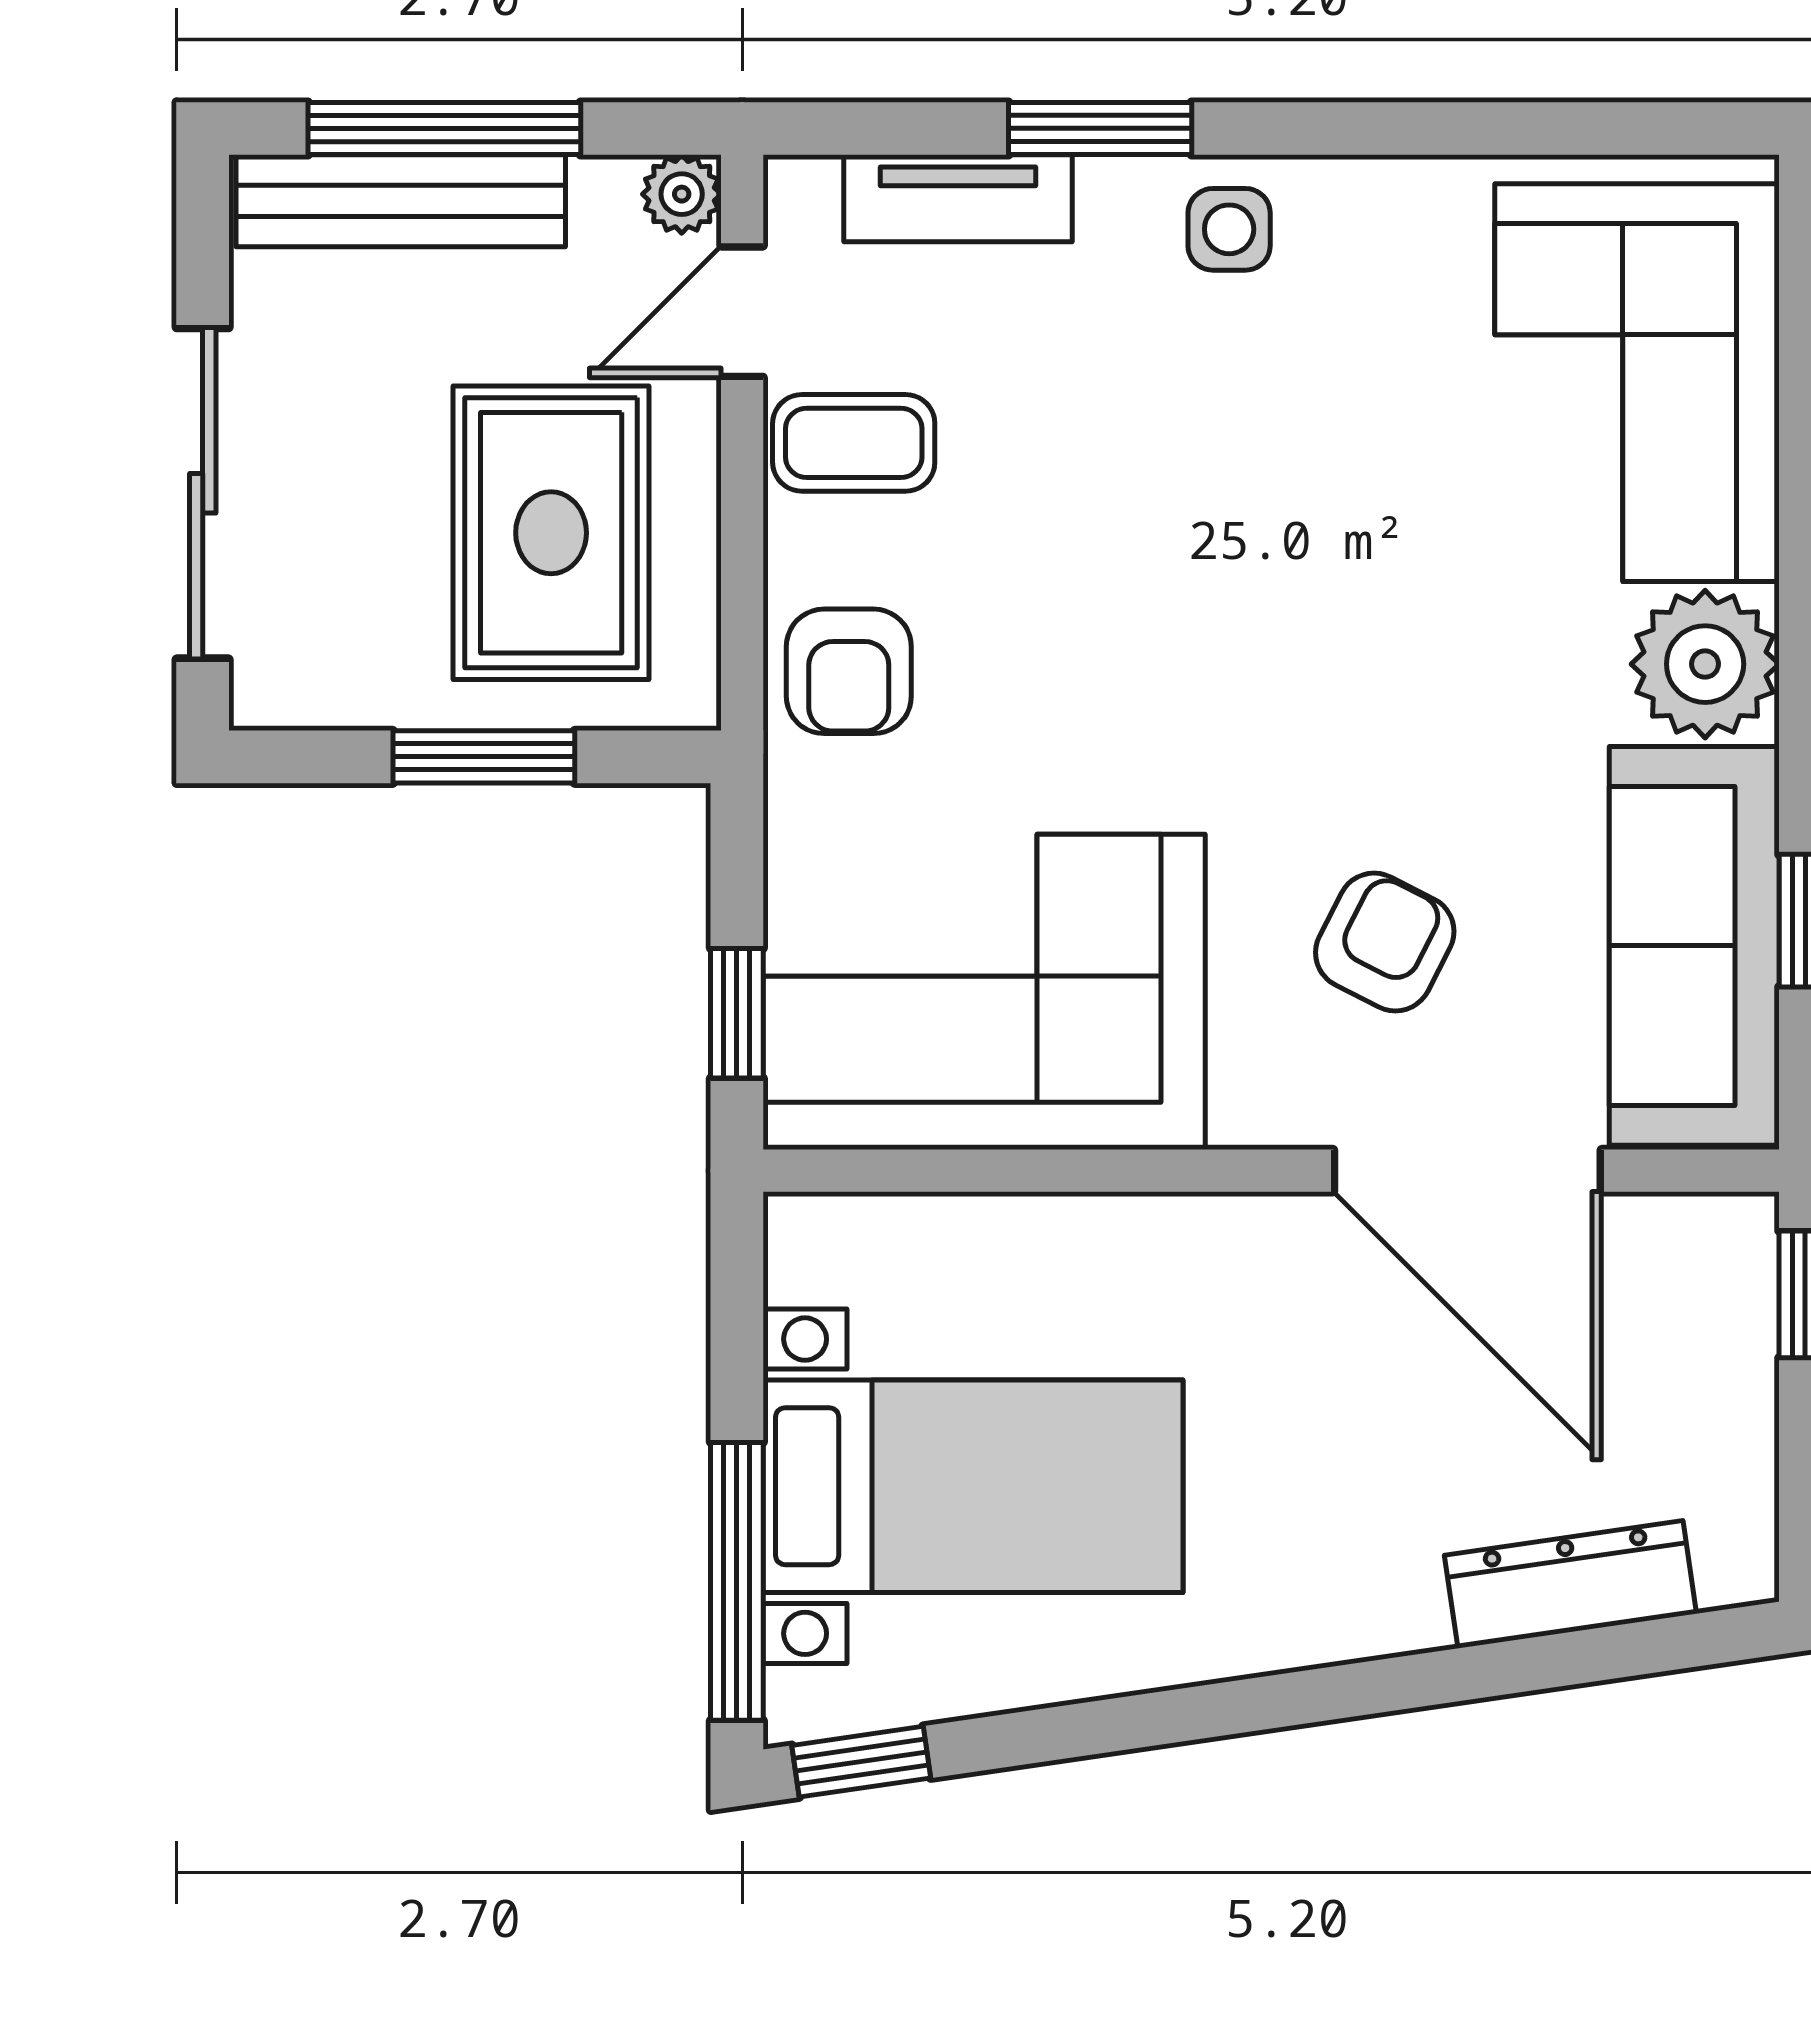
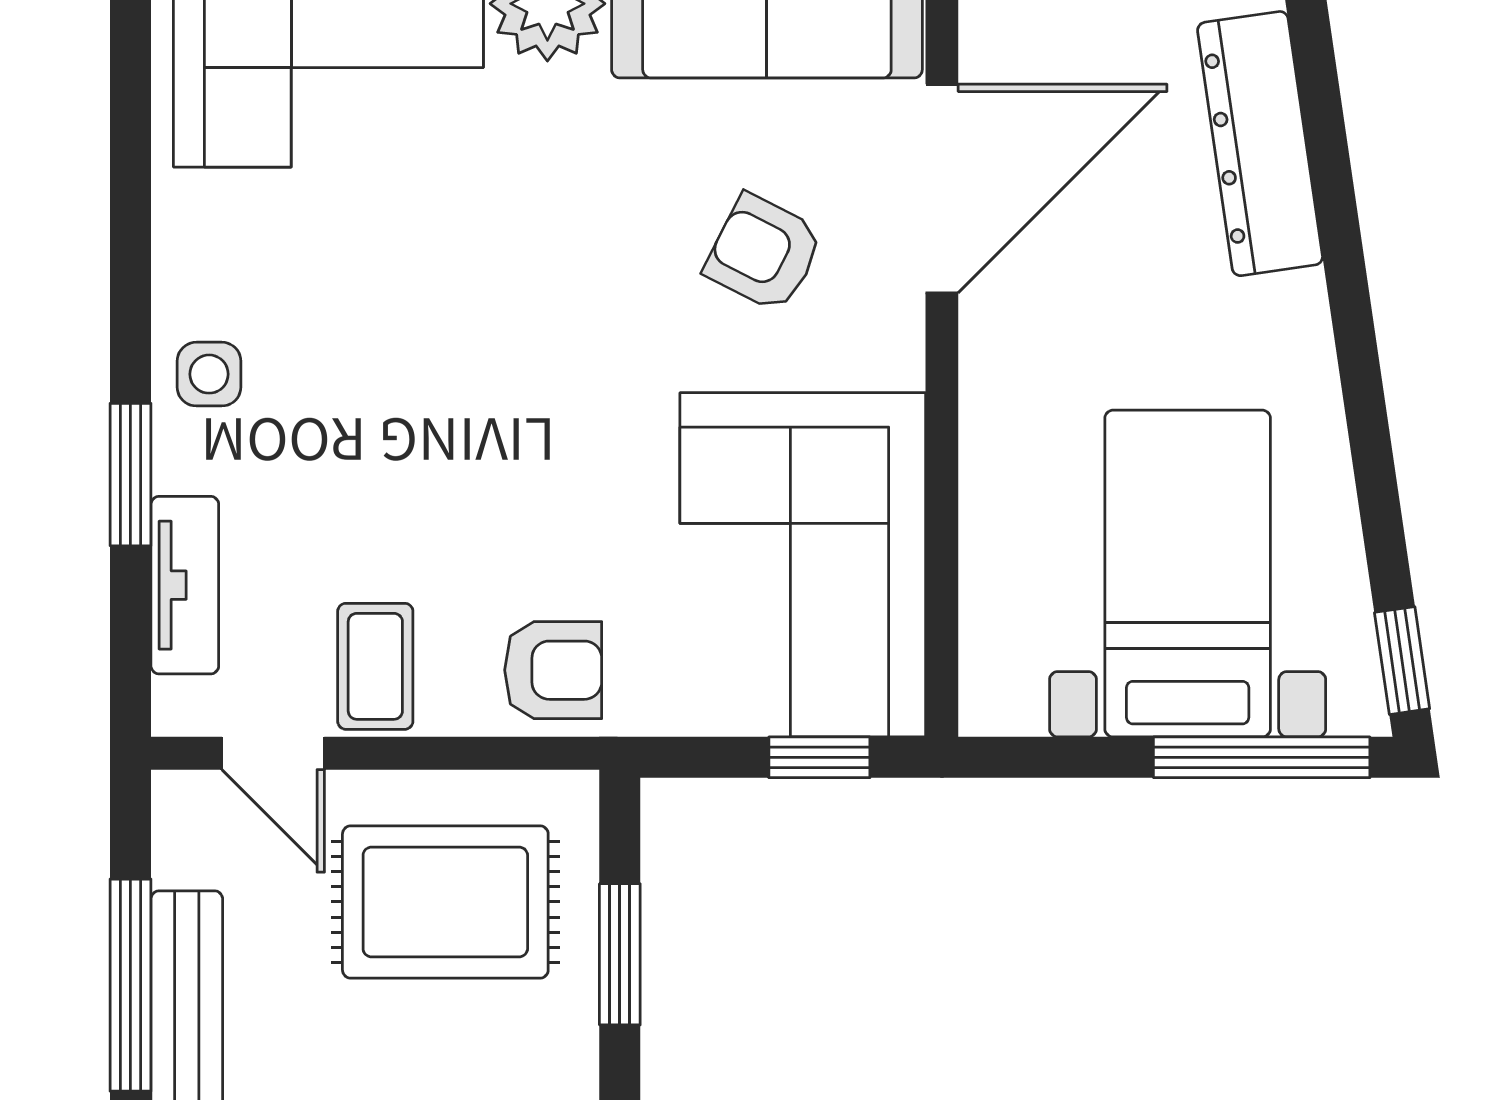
plant: (682, 194) -> (182, 800), removed
dresser: (1570, 1584) -> (1260, 144), width x1.37, depth x1.24

